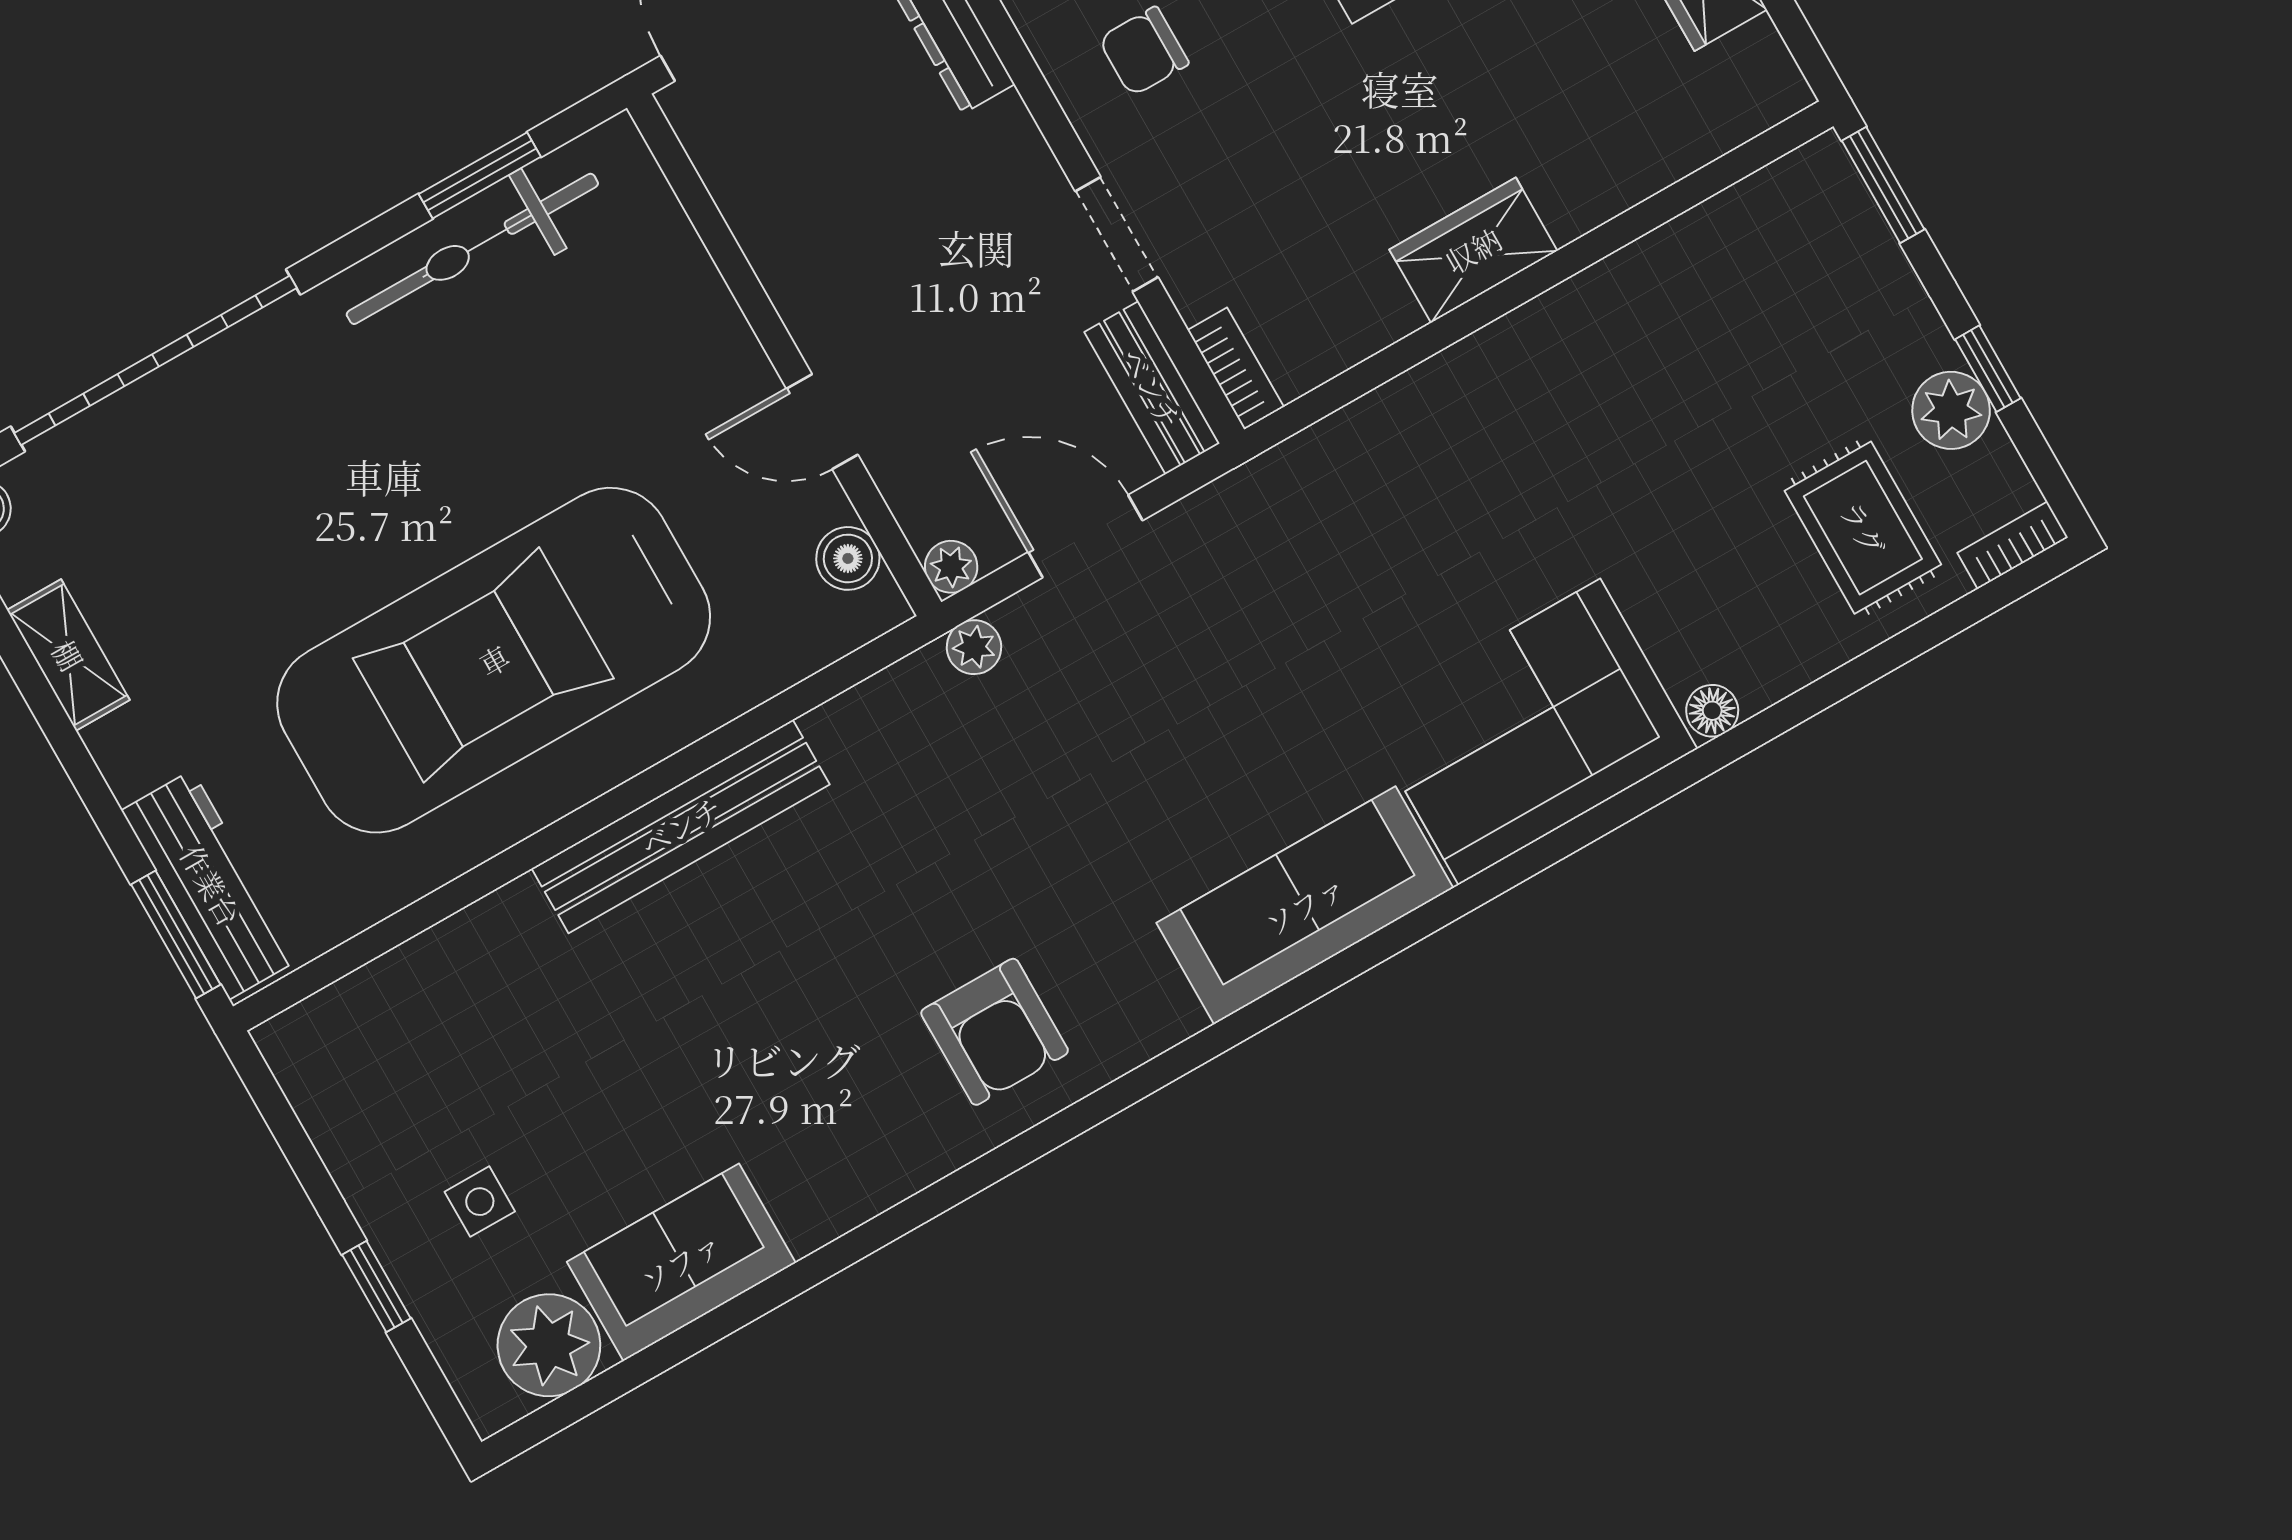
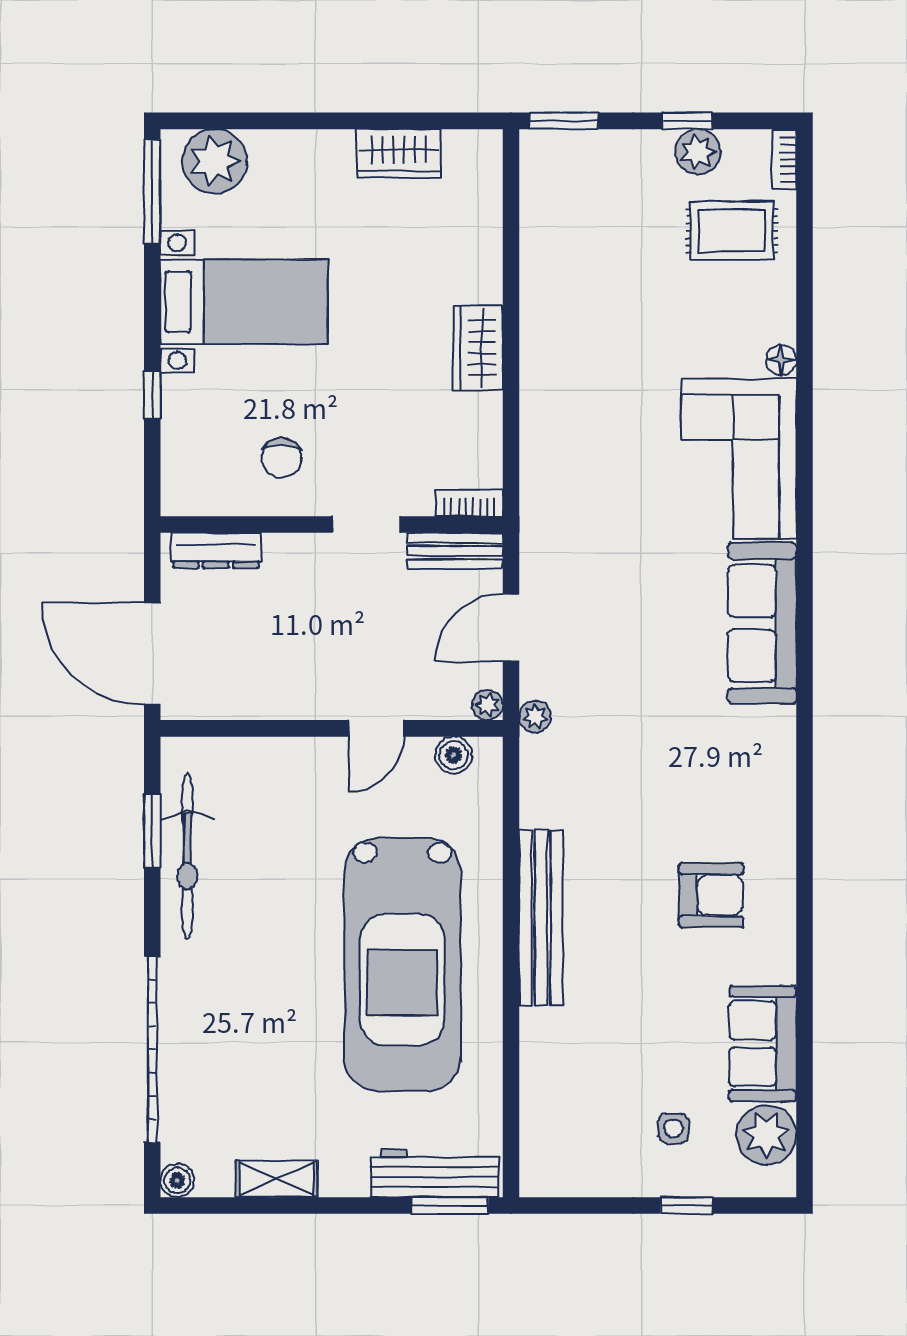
armchair: (995, 1032) -> (711, 895), moved

